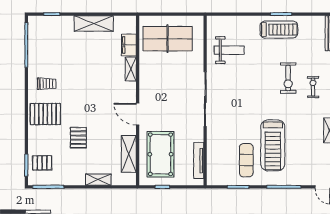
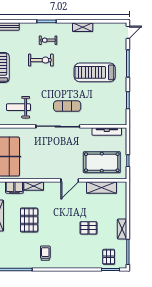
weight bench: (229, 50) -> (19, 107), turned -90
pallet: (45, 114) -> (29, 220), moved
treadmill: (273, 145) -> (95, 72), turned 180
exercise mat: (246, 160) -> (67, 106), moved
shelving: (98, 180) -> (122, 229), moved

